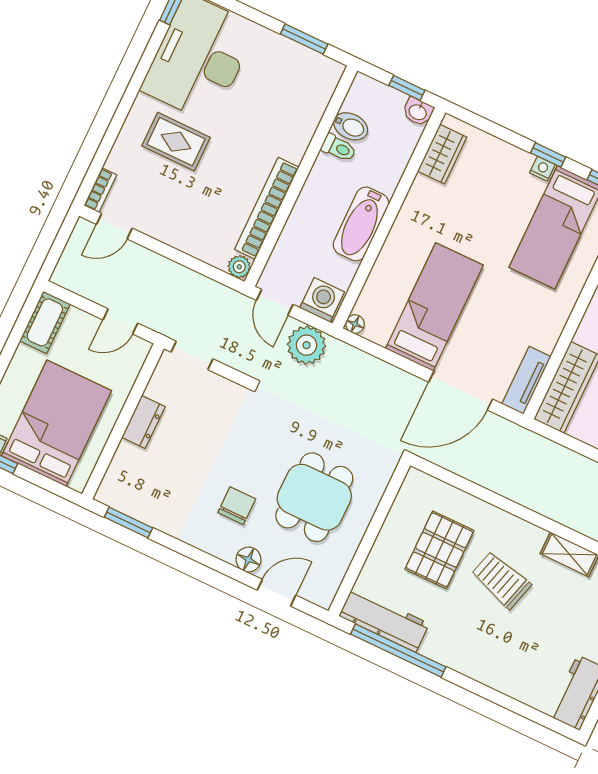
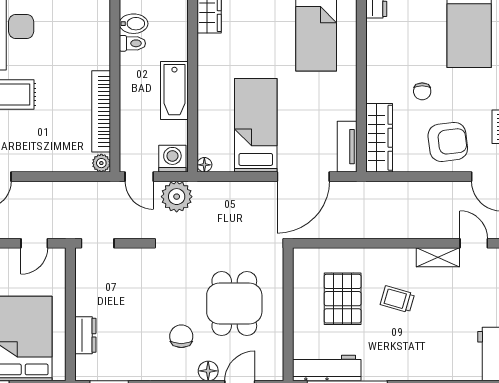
dresser: (143, 422) -> (85, 335), moved
trolley: (501, 580) -> (397, 299), width x0.73, depth x0.72

